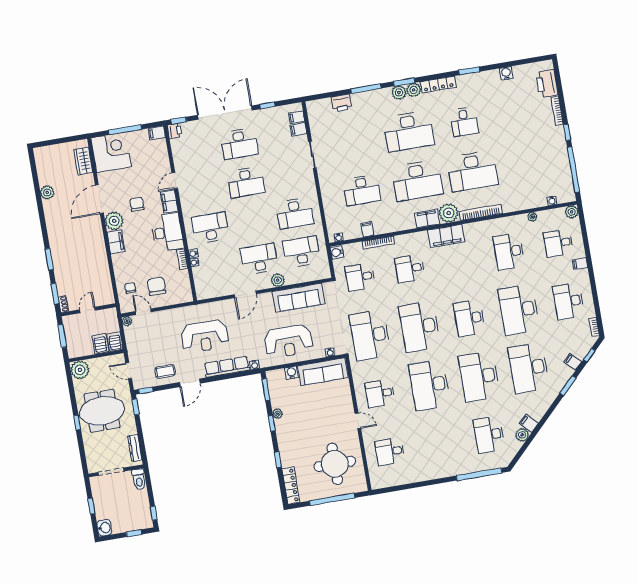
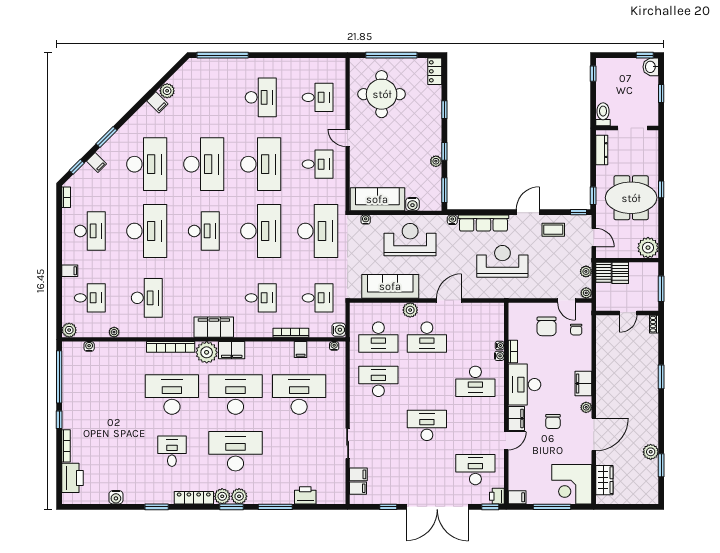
desk: (239, 144) -> (475, 470), moved
desk: (362, 190) -> (299, 394), width x1.36, depth x1.30
plant: (114, 221) -> (586, 407), width x0.53, depth x0.53
window: (55, 294) -> (661, 465), moved
plant: (130, 340) -> (586, 271), added
desk: (489, 435) -> (261, 97), moved
locker: (291, 485) -> (435, 71), width x0.66
window: (134, 533) -> (645, 55), moved

